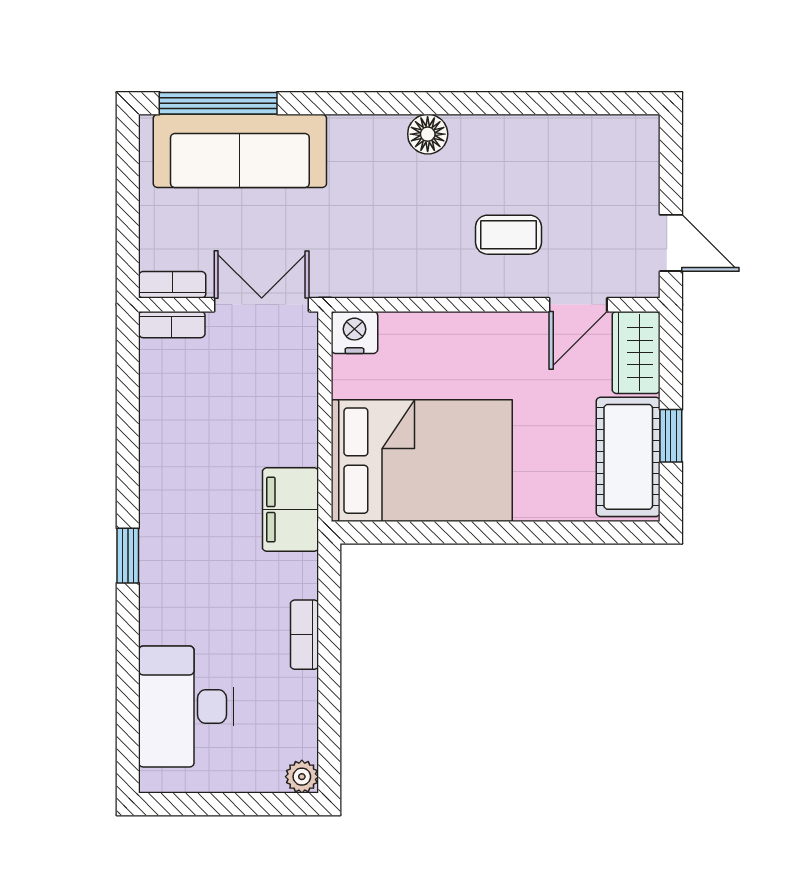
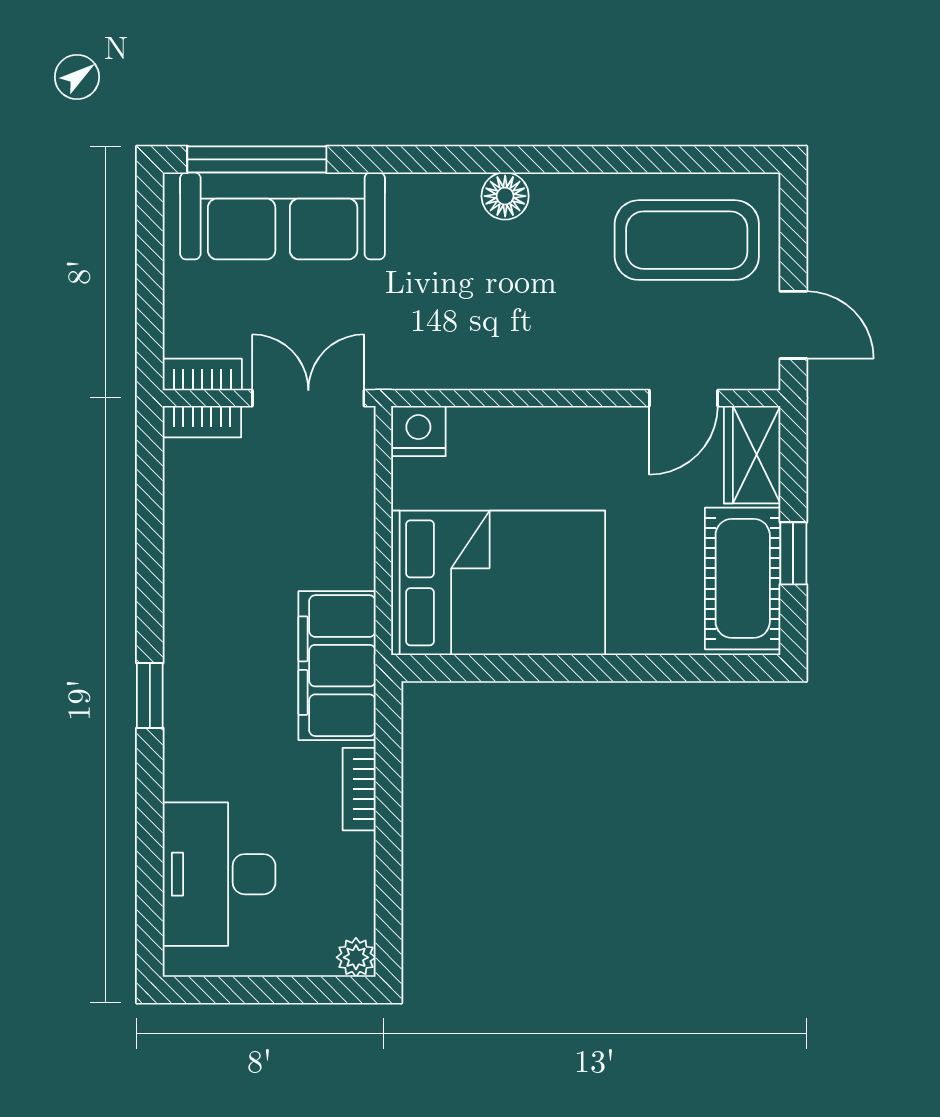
coffee table: (508, 235) -> (687, 240), moved, width x1.86, depth x1.72
filing cabinet: (290, 510) -> (337, 666), width x1.50, depth x1.17

